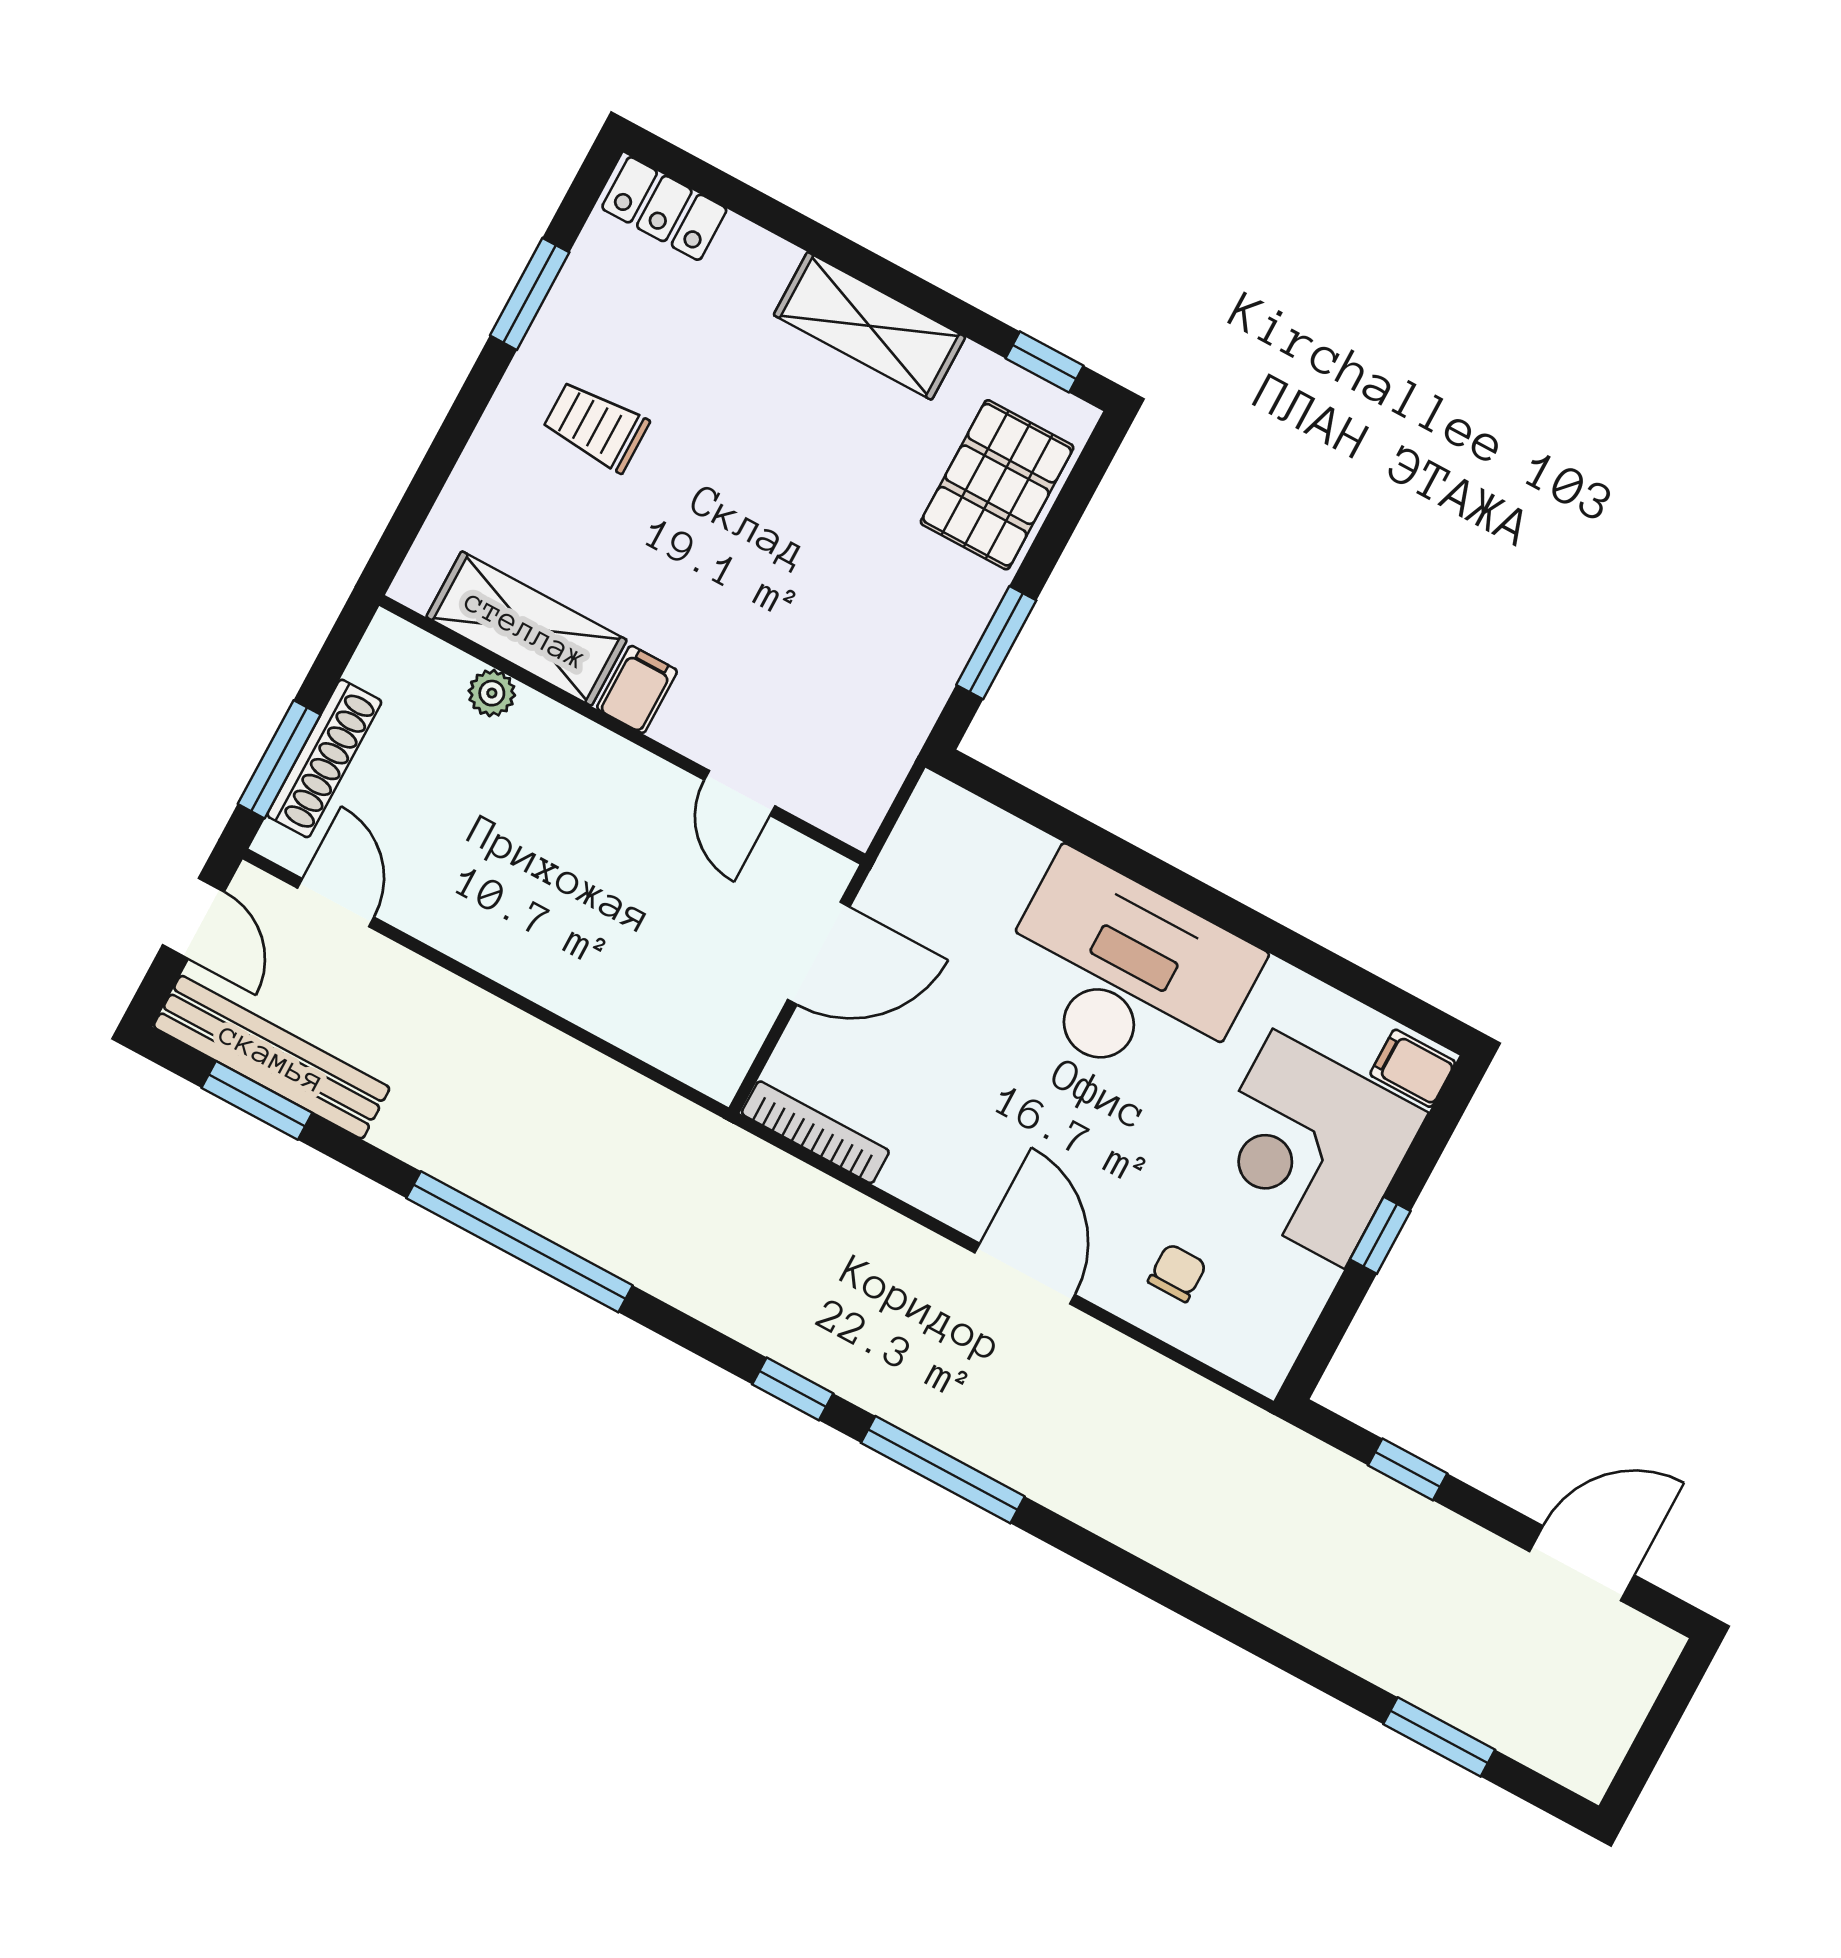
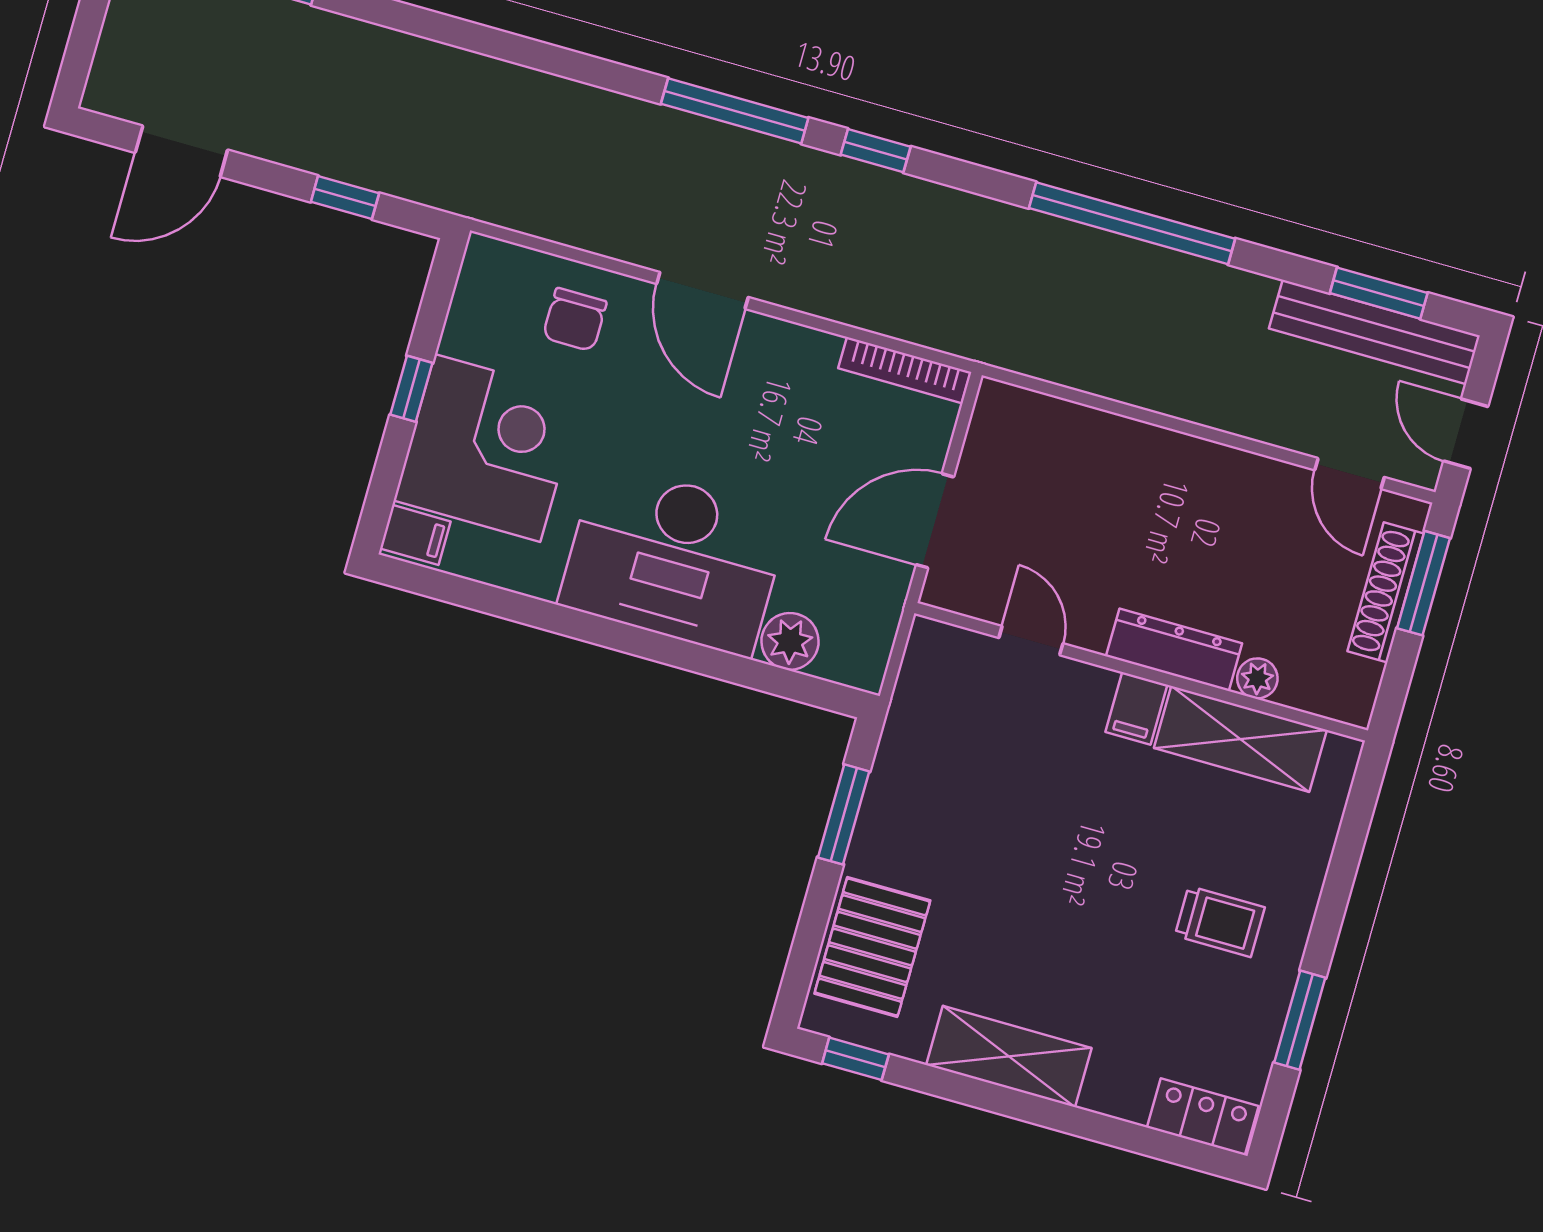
dresser: (579, 747) -> (1174, 650), added
plant: (1014, 853) -> (790, 641), added
chair: (1177, 1273) -> (575, 320), width x1.37, depth x1.37

